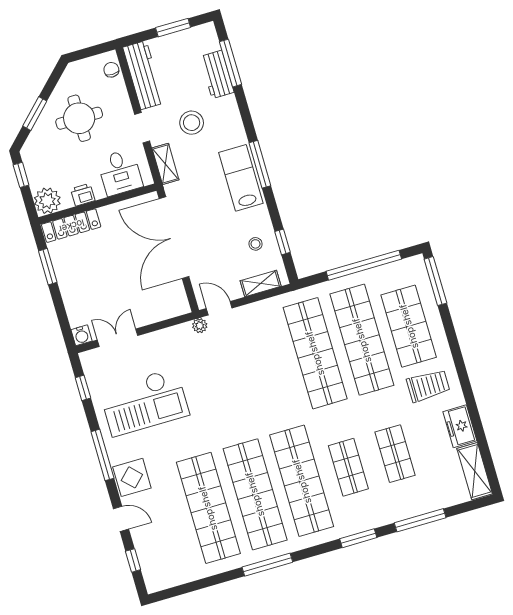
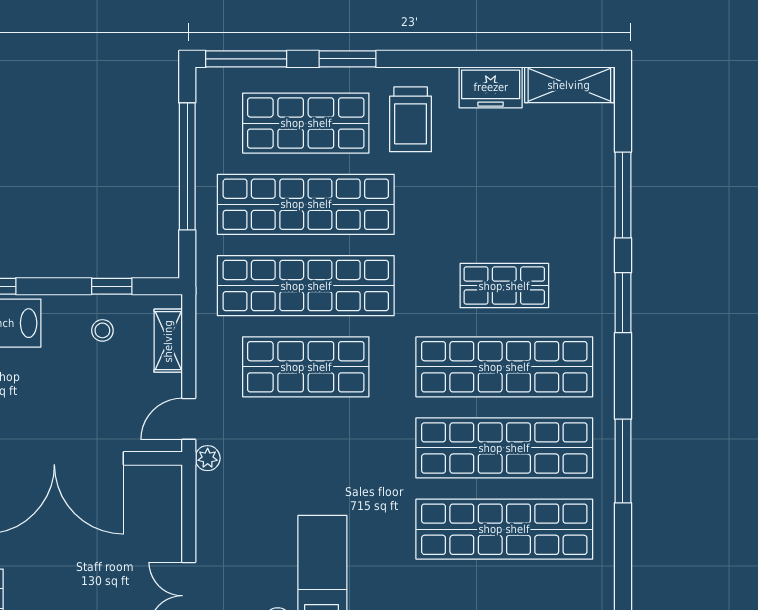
window: (452, 339) -> (347, 59), added
trolley: (428, 386) -> (411, 119), turned 180
shop shelf: (395, 454) -> (306, 367), moved, width x1.43, depth x1.36

